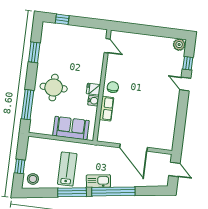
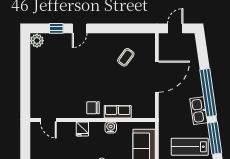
door: (107, 46) -> (48, 120), swing flipped
fridge: (93, 89) -> (82, 129), moved
coffee table: (154, 122) -> (126, 57), added

